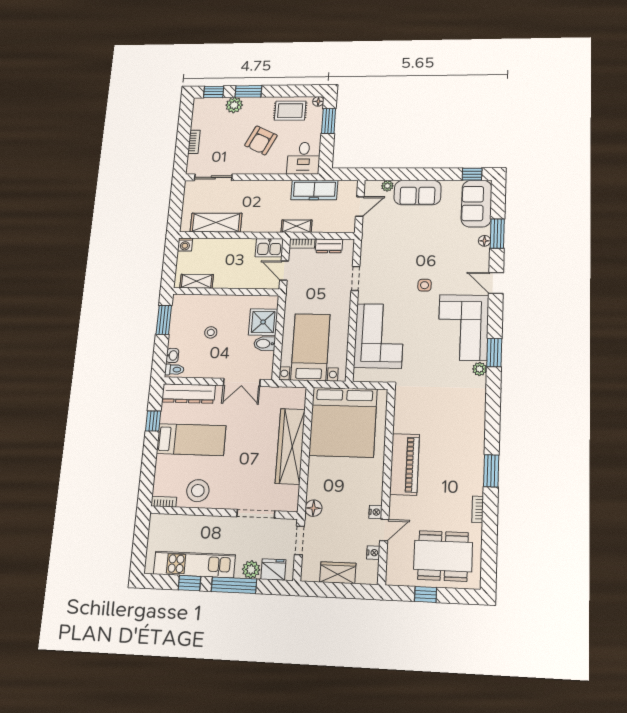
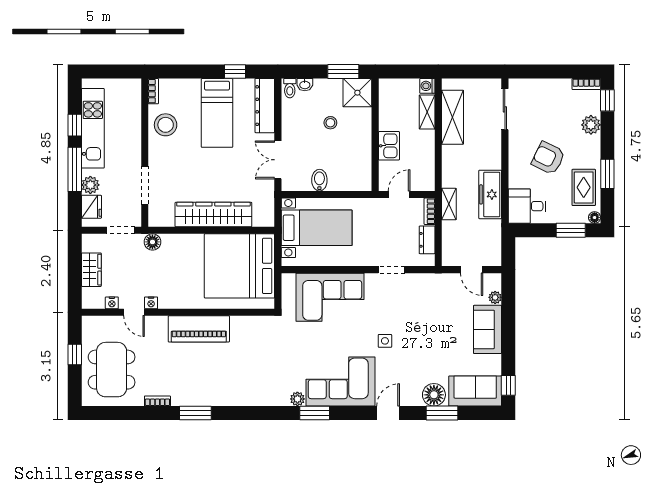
window: (248, 91) -> (607, 174), moved
bookcase: (194, 142) -> (586, 84), moved
freezer: (314, 190) -> (490, 194), moved
floor lamp: (484, 241) -> (434, 395), width x1.89, depth x1.89
kitchen sink: (269, 248) -> (389, 146), moved, turned 180
shelving: (197, 281) -> (427, 112), moved
shower: (263, 322) -> (357, 93), moved

